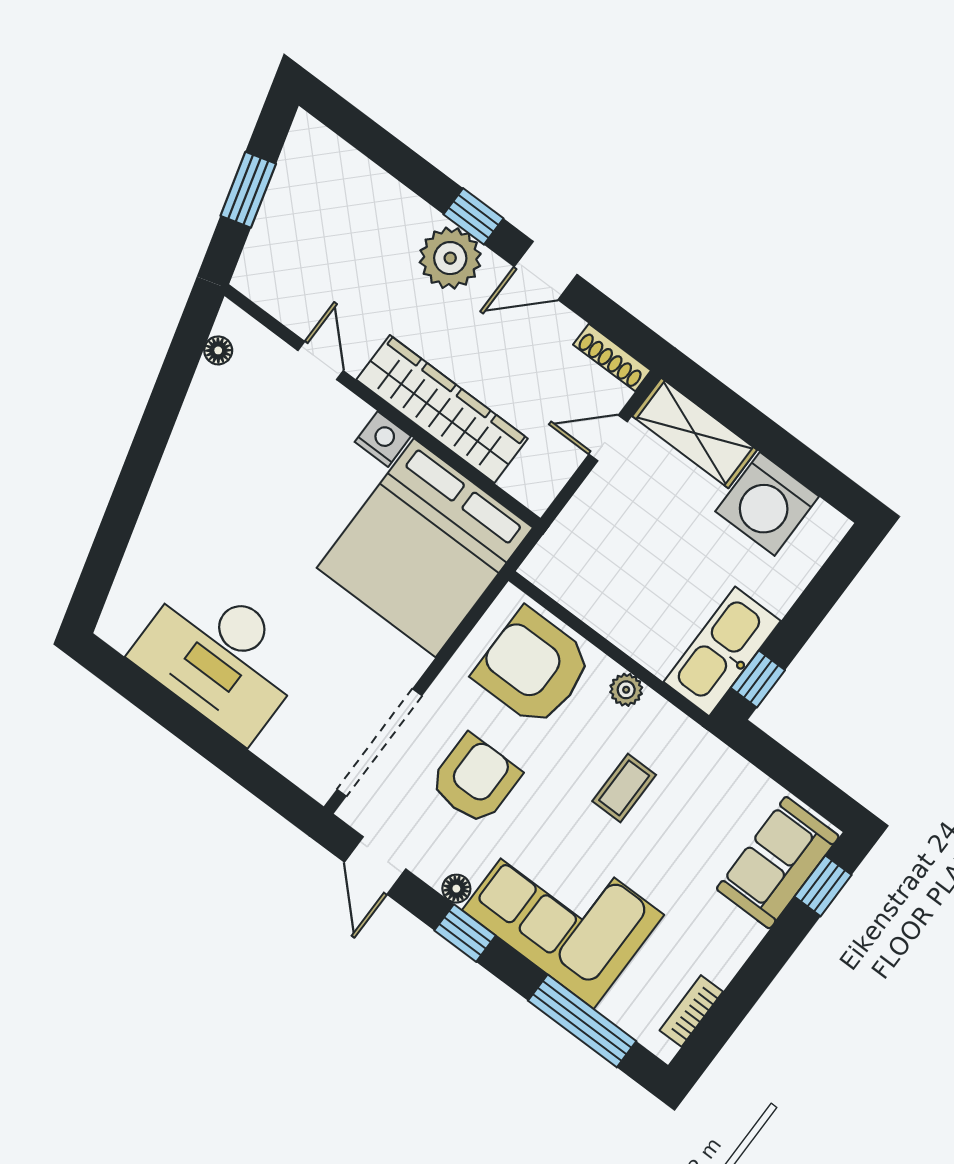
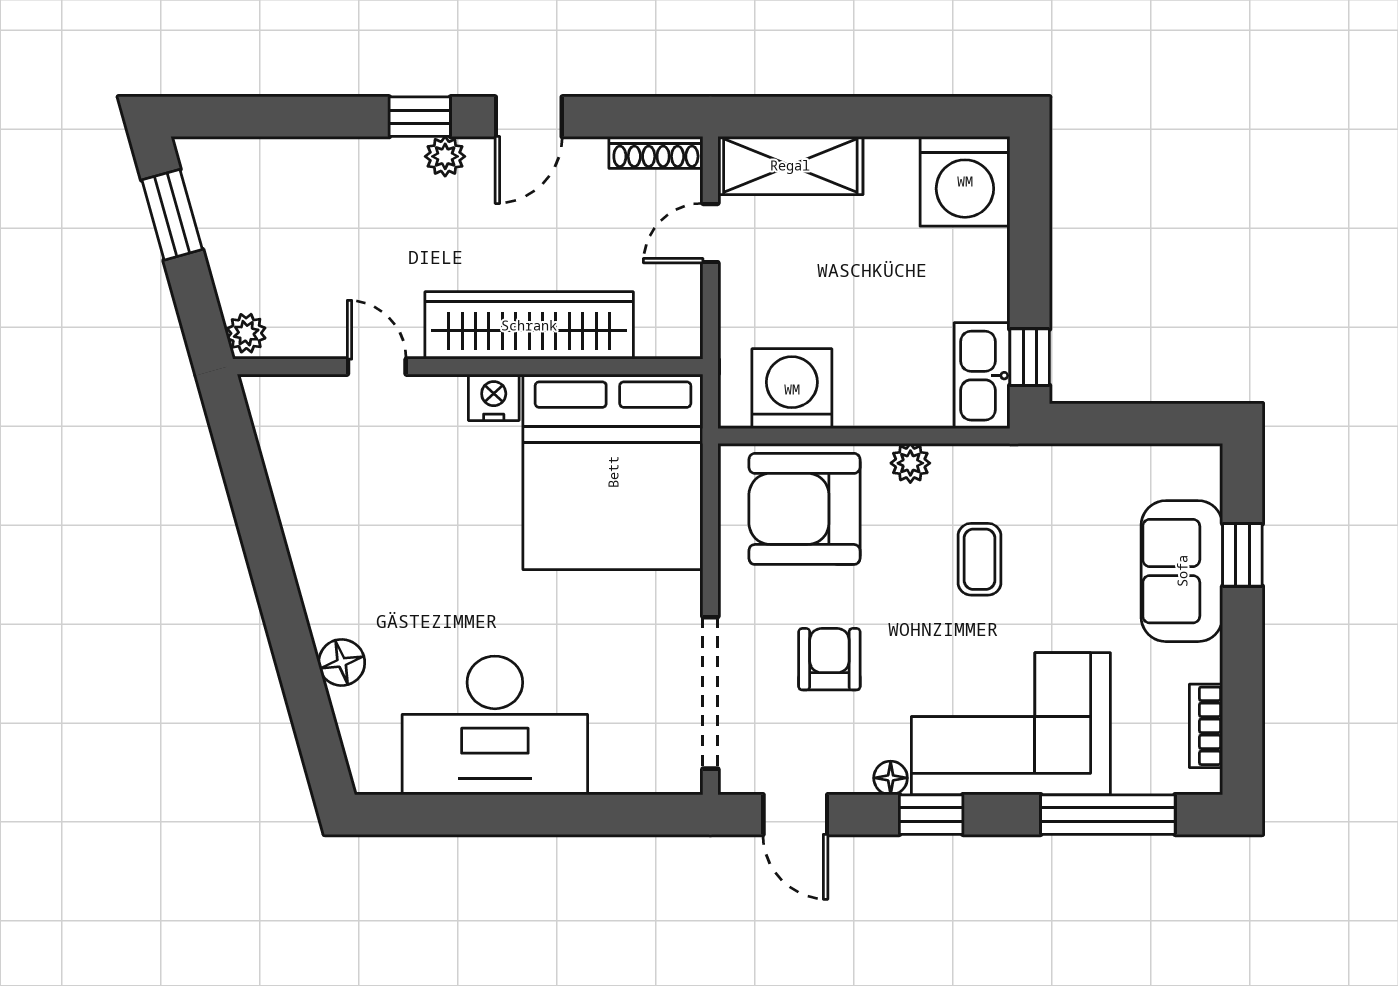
window: (248, 190) -> (172, 215), moved
plant: (450, 258) -> (445, 156), width x0.53, depth x0.53
plant: (251, 273) -> (246, 333), added
floor lamp: (218, 350) -> (342, 662), moved, width x1.37, depth x1.37
washing machine: (767, 504) -> (965, 181), moved
washing machine: (585, 582) -> (792, 389), added
kitchen sink: (722, 651) -> (982, 376), width x0.73, depth x0.81
armchair: (475, 779) -> (829, 659), width x0.72, depth x0.72
sofa: (778, 863) -> (1182, 571), moved
window: (823, 886) -> (1242, 555), moved

